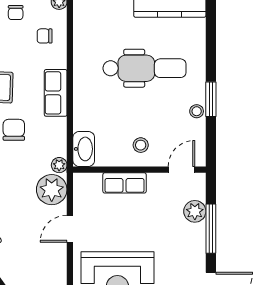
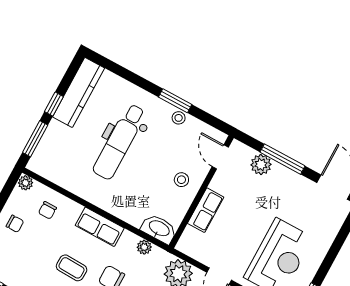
dental chair: (145, 68) -> (119, 142), turned 180
plant: (59, 165) -> (144, 247), moved

